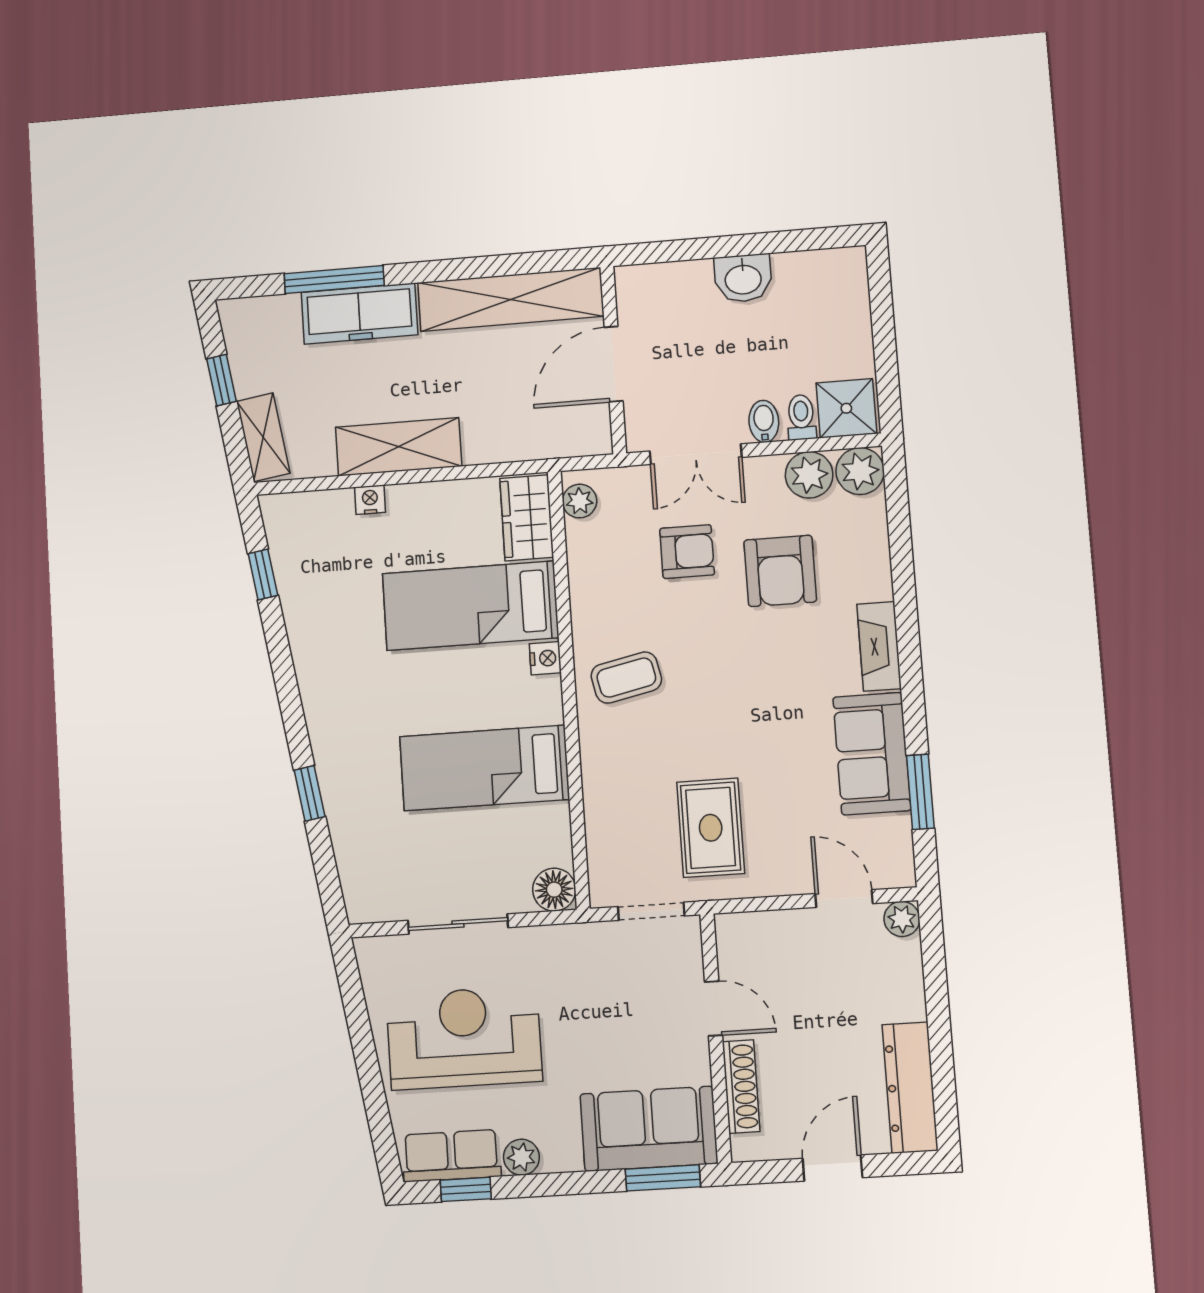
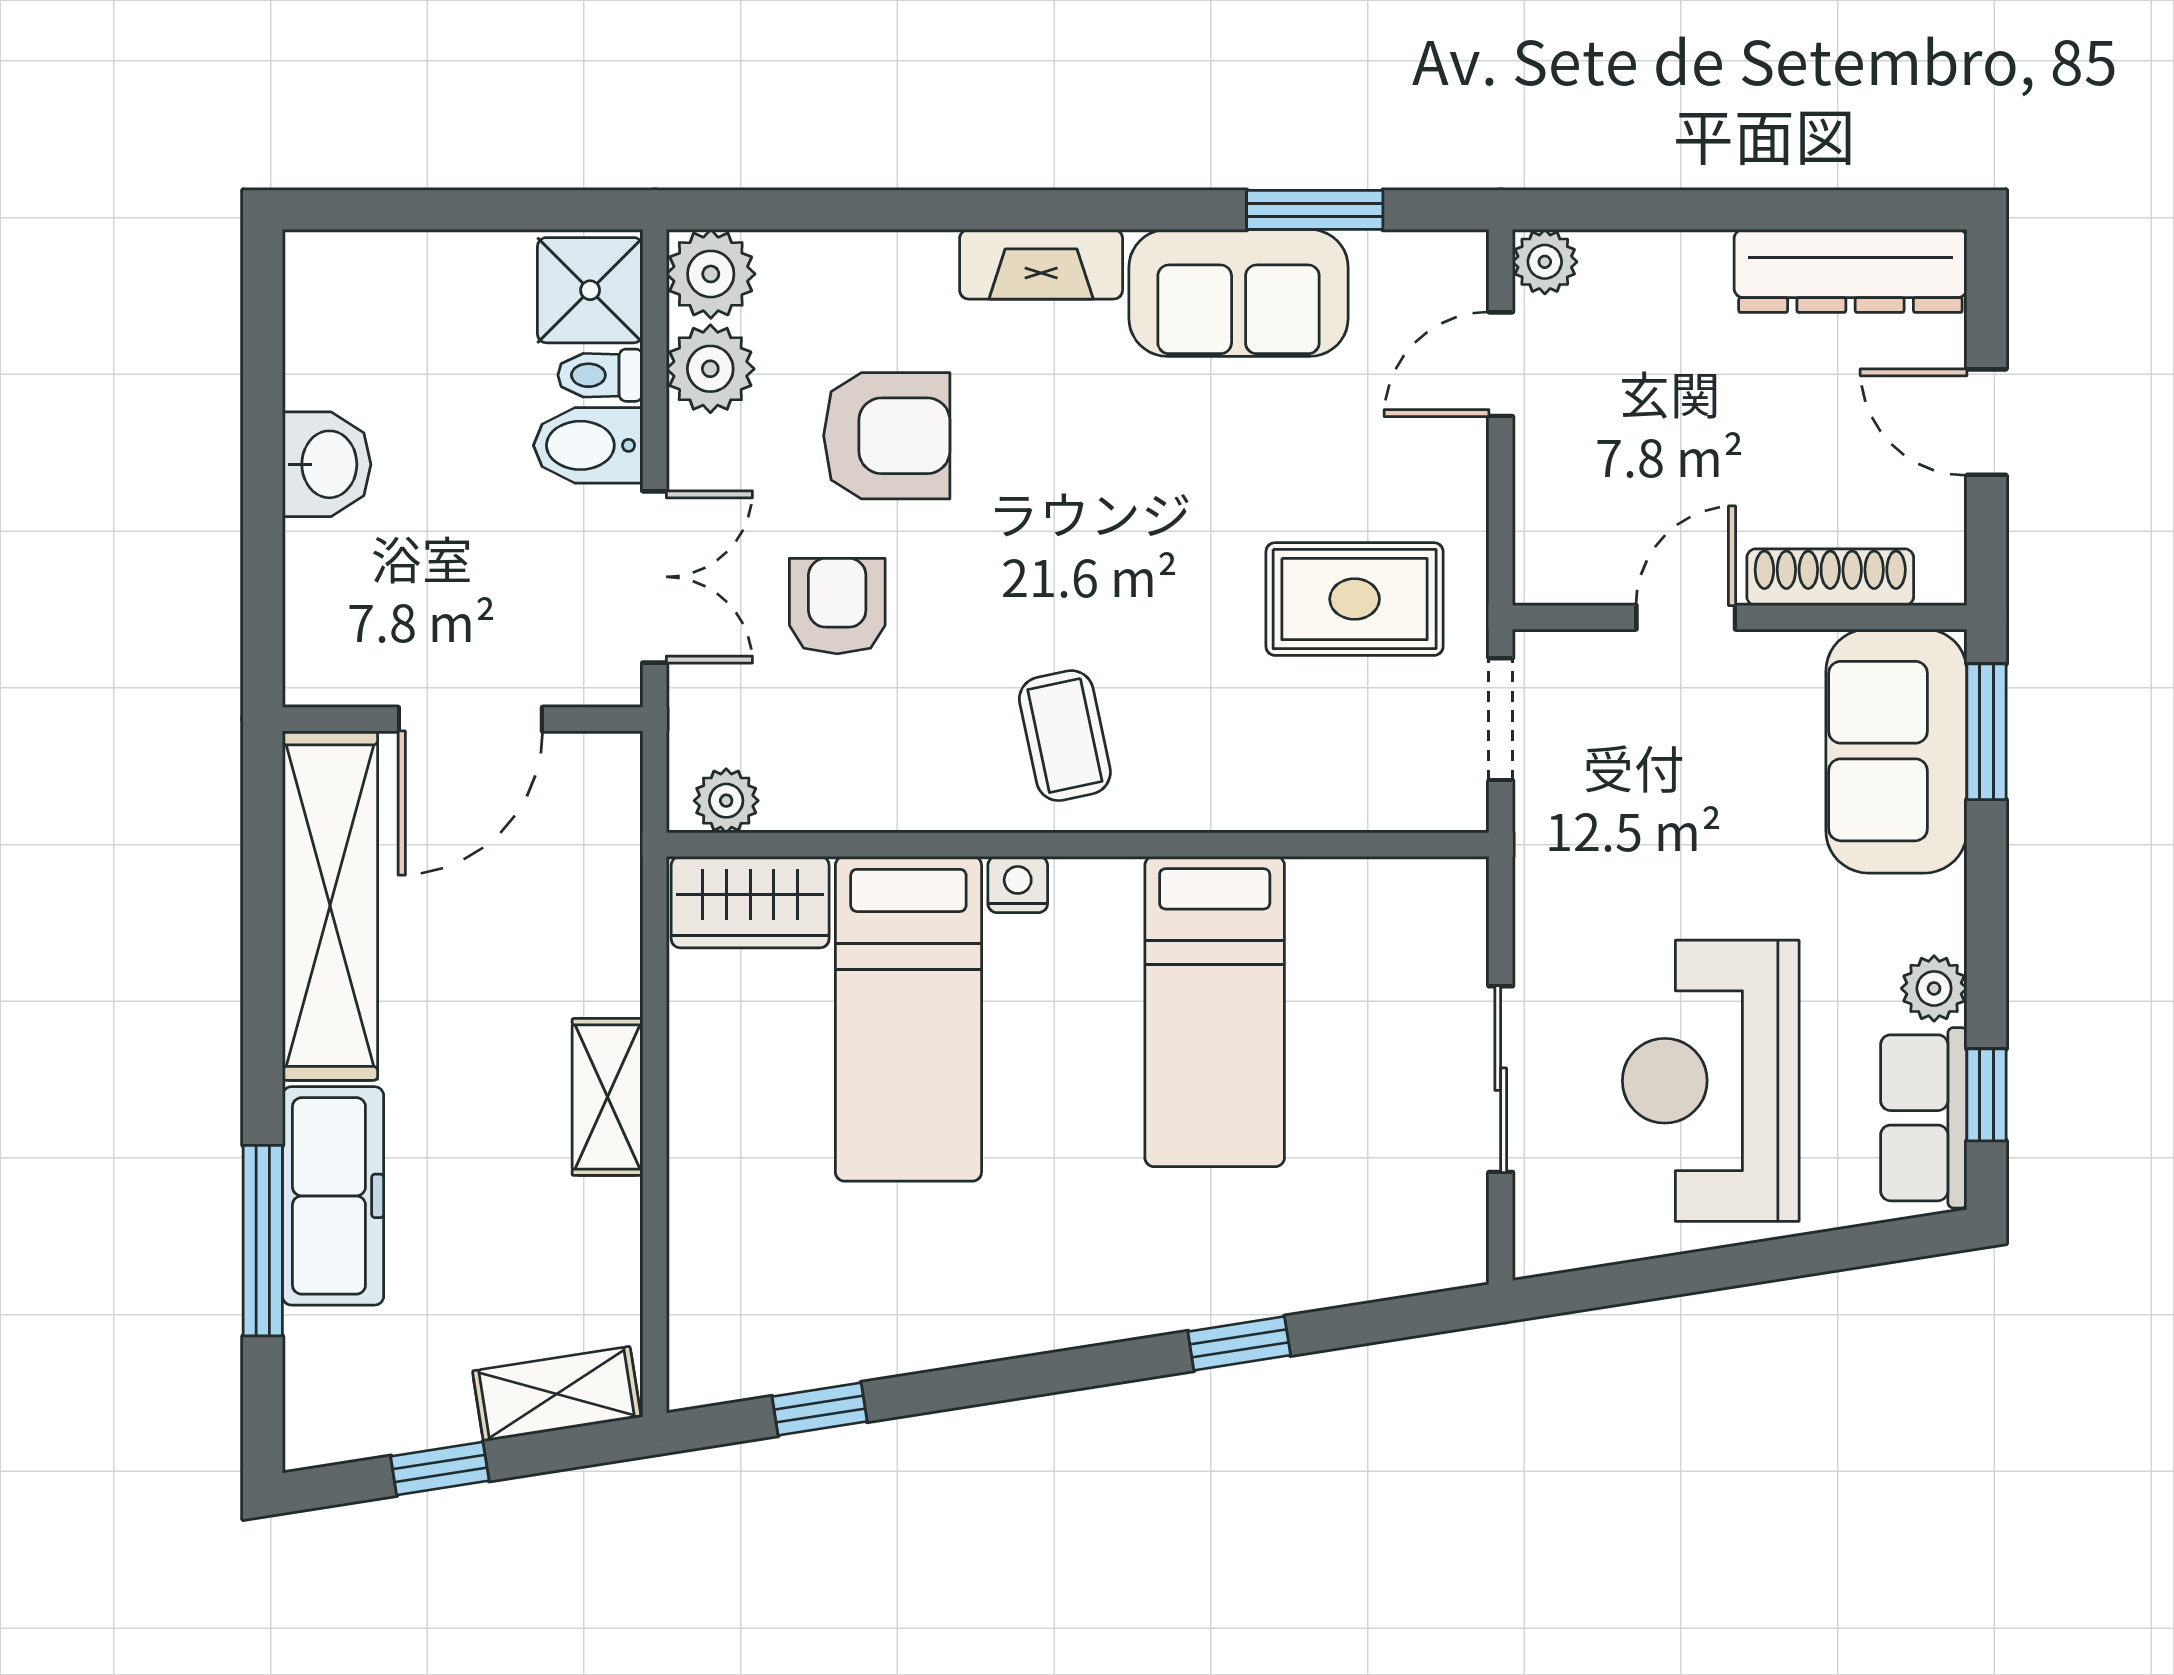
door: (614, 364) -> (470, 719), hinge flipped
bidet: (764, 421) -> (588, 445), width x1.38, depth x1.36
shelving: (399, 447) -> (607, 1097), width x0.67, depth x0.75
nightstand: (370, 500) -> (693, 1197), removed
floor lamp: (554, 890) -> (1449, 896), removed

